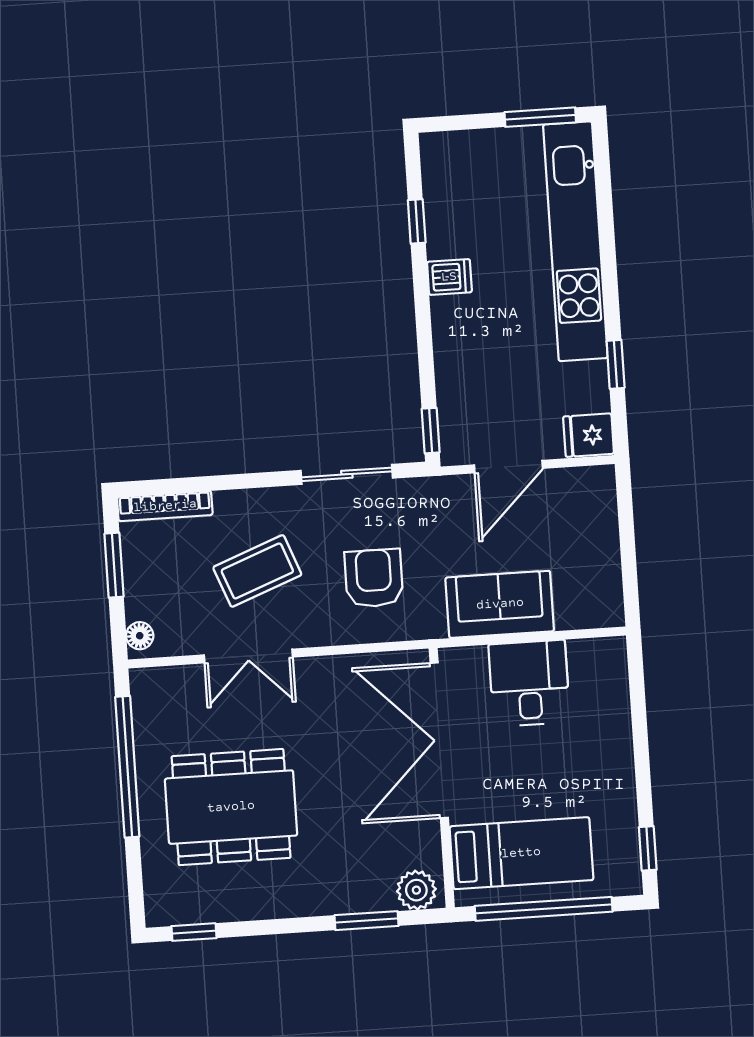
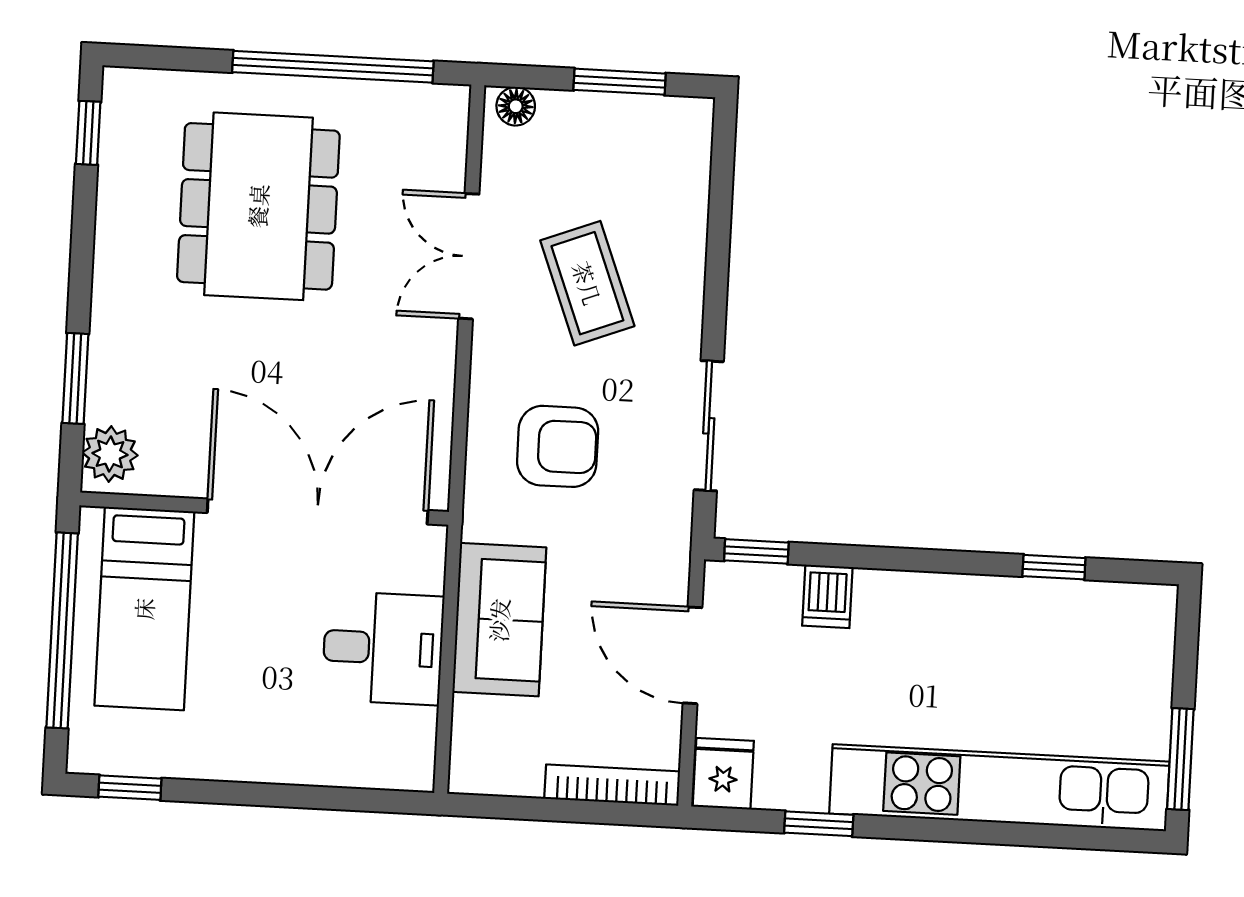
dishwasher: (449, 277) -> (827, 596), moved
bookcase: (165, 506) -> (612, 785), moved, turned 90

